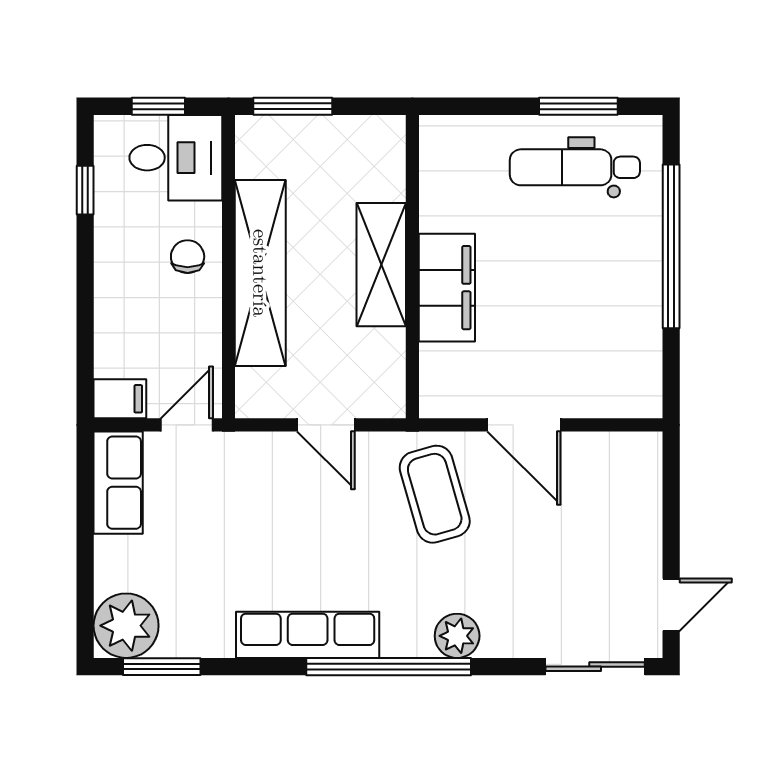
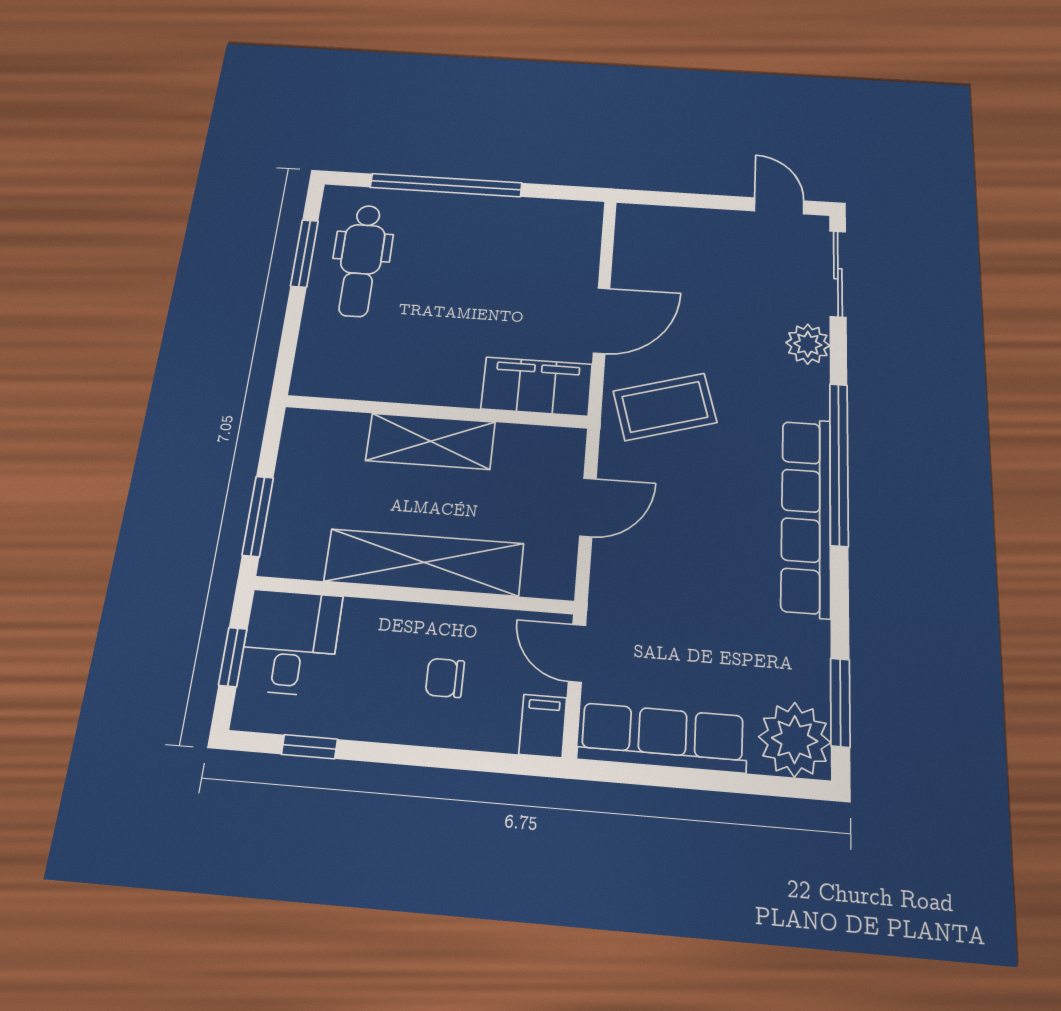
chair: (188, 257) -> (445, 678), moved
filing cabinet: (447, 288) -> (537, 387), moved
row of seats: (118, 483) -> (662, 738), width x1.48
row of seats: (308, 635) -> (806, 516), width x1.36
plant: (457, 636) -> (808, 344), moved

